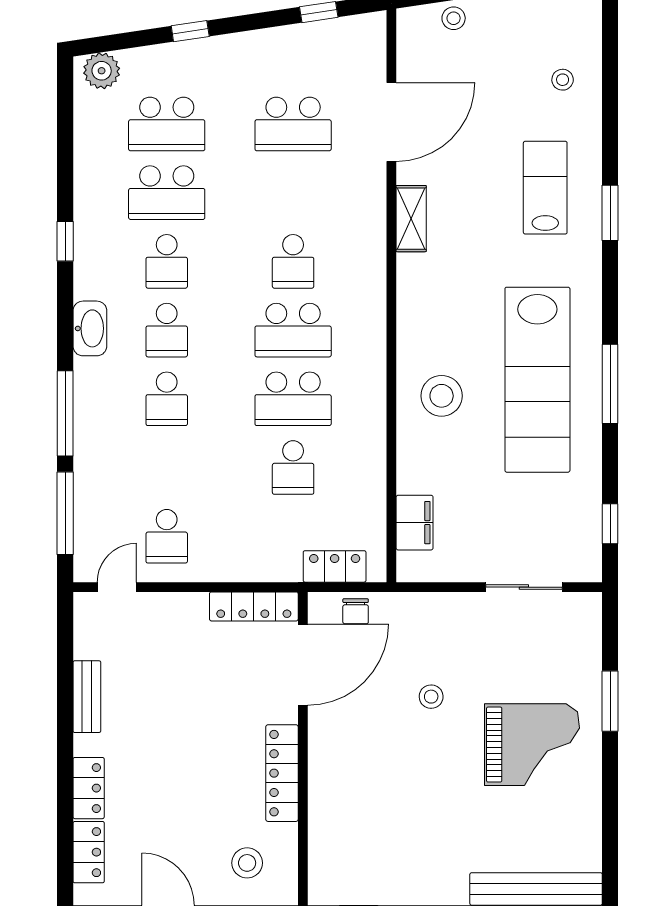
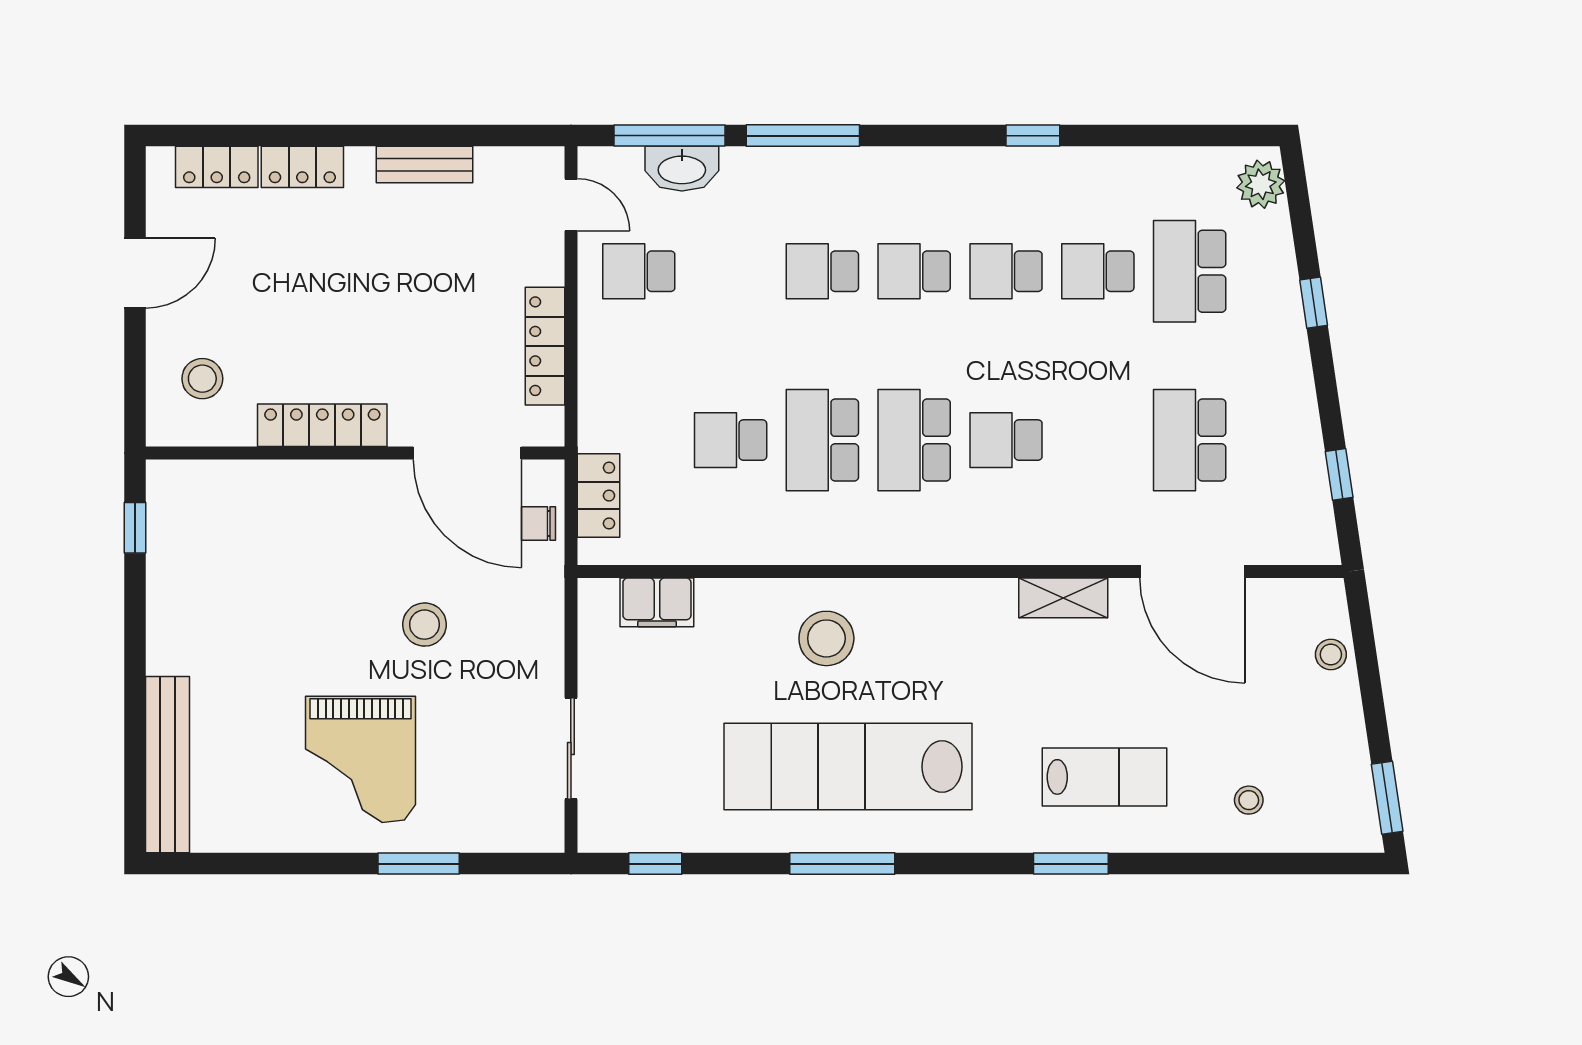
school desk: (167, 193) -> (1098, 271), width x0.54
washbasin: (90, 328) -> (682, 169), moved
locker: (254, 606) -> (545, 346), moved
stool: (431, 697) -> (424, 625), width x1.37, depth x1.37

